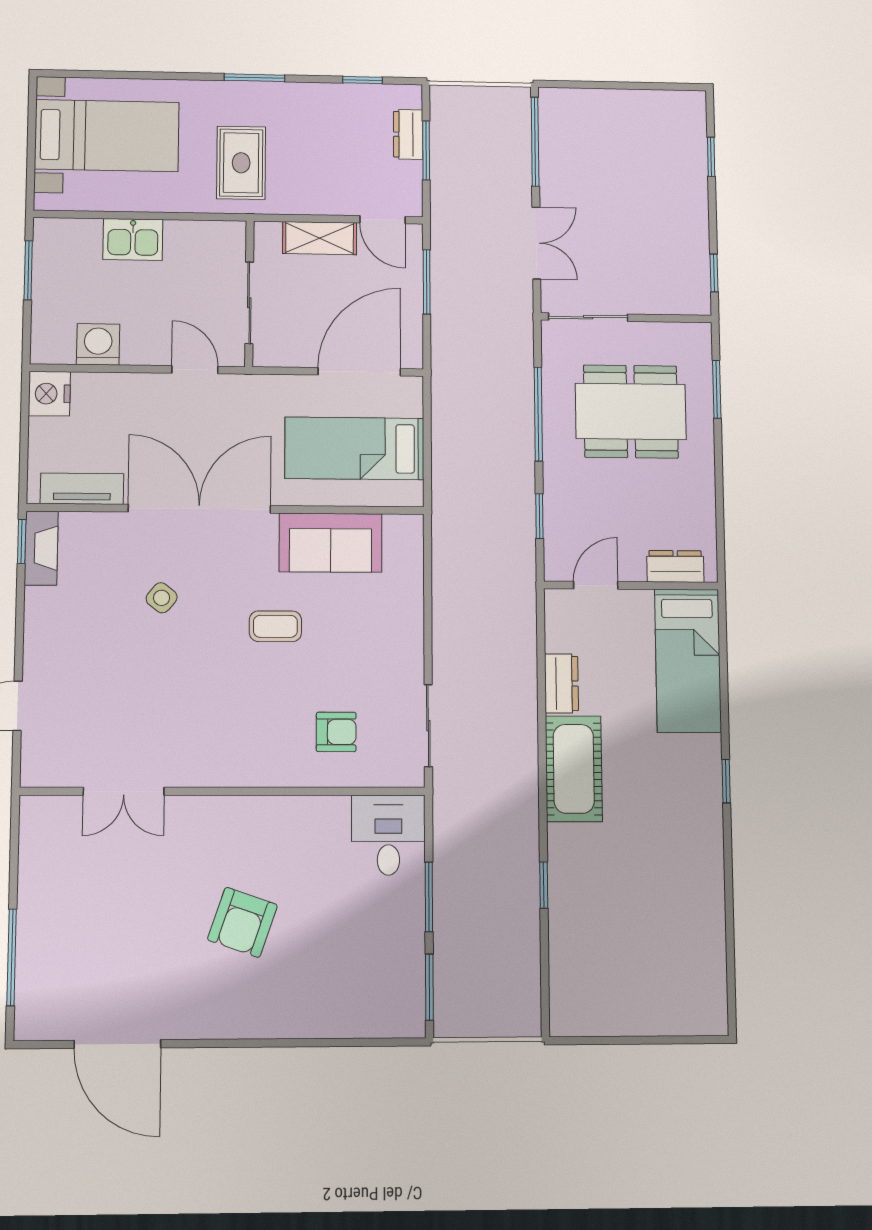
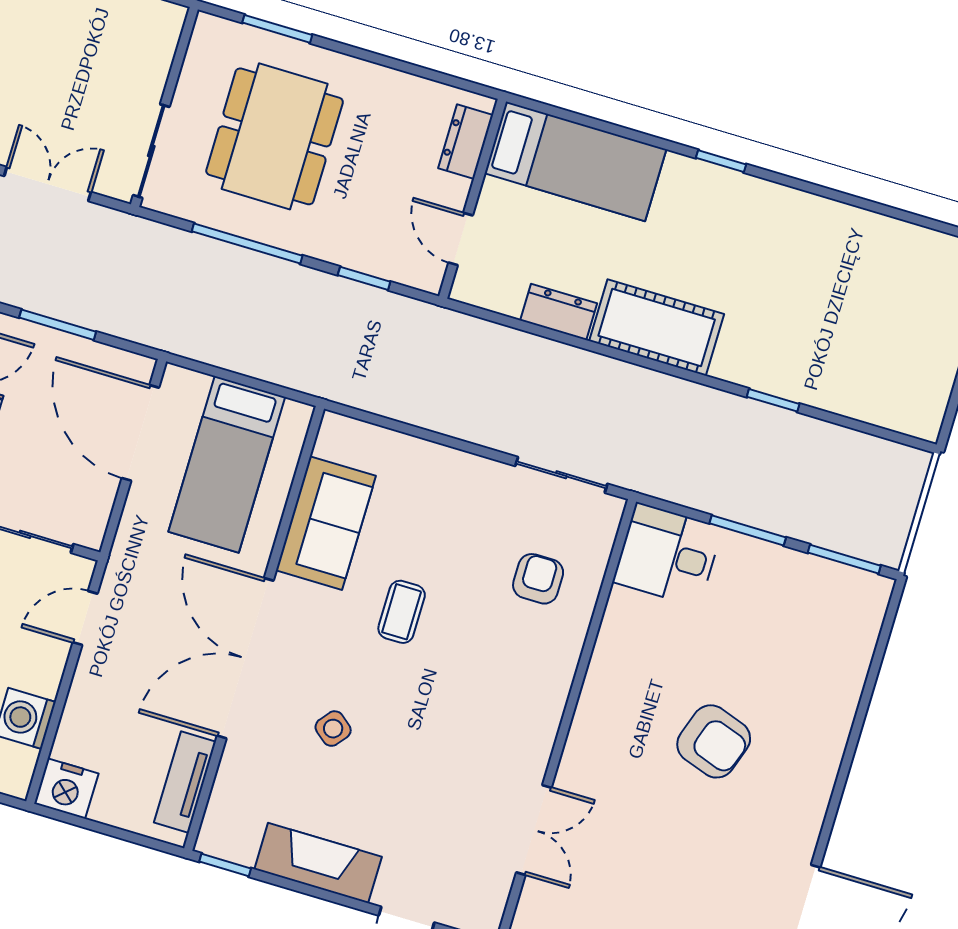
fireplace: (41, 548) -> (318, 863), moved, width x1.37, depth x1.32

